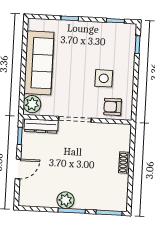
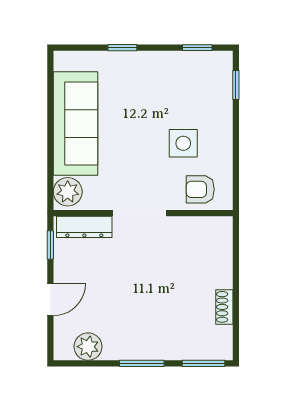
shoe rack: (124, 163) -> (224, 307), moved
plant: (65, 200) -> (88, 347), moved

